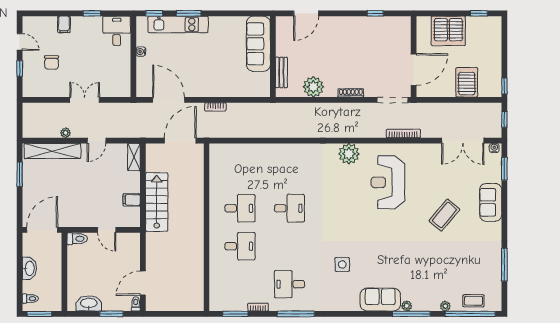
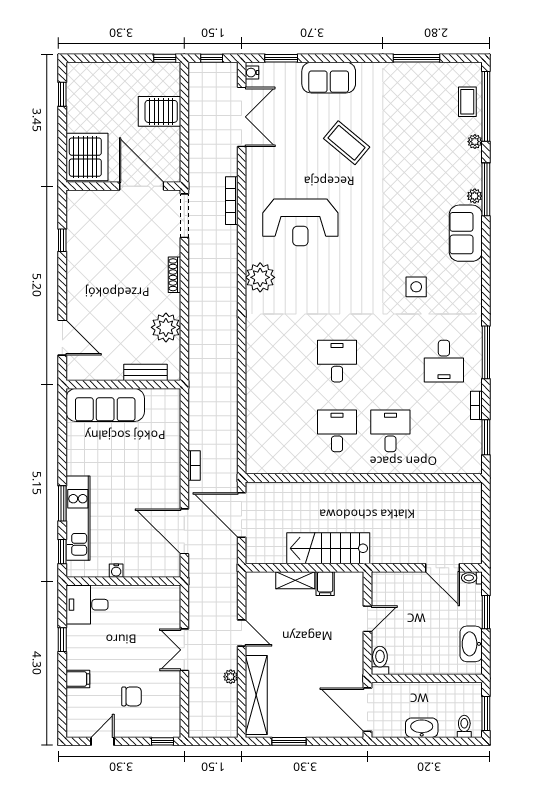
server rack: (448, 31) -> (87, 157), moved
window: (20, 68) -> (163, 741), moved
door: (169, 100) -> (184, 531), hinge flipped
shelving: (134, 157) -> (295, 580), moved

